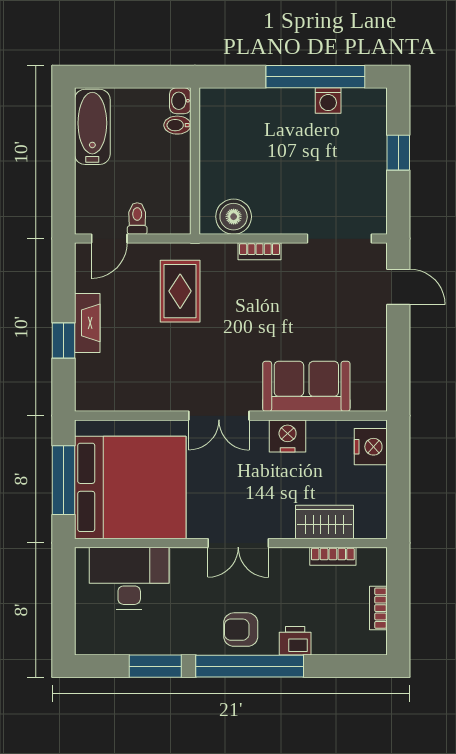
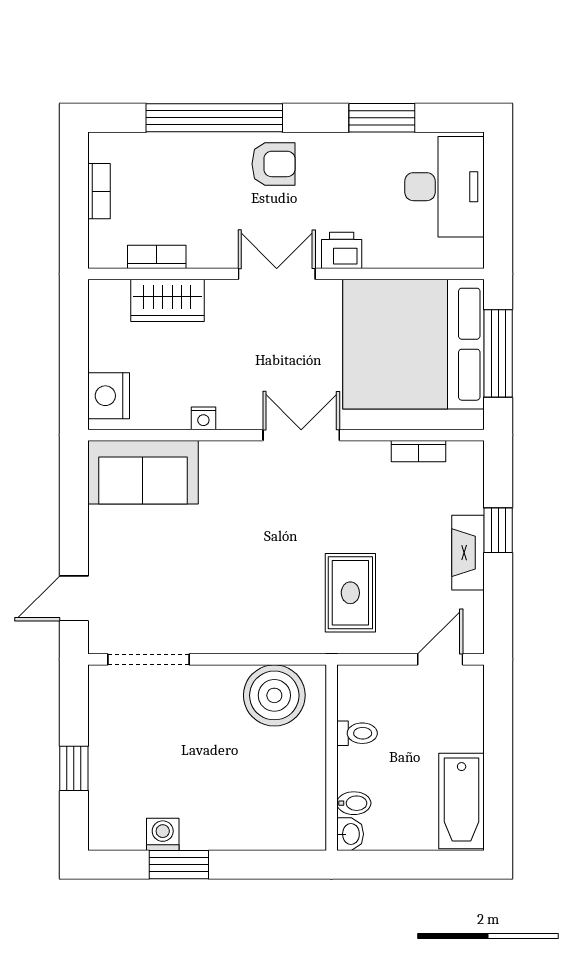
window: (315, 77) -> (179, 865), width x0.47
boiler: (234, 217) -> (274, 695), width x1.37, depth x1.37
toilet: (137, 218) -> (357, 733), moved, turned -90
bookcase: (260, 251) -> (419, 451), moved, turned 180
door: (398, 287) -> (74, 598), hinge flipped
sofa: (306, 386) -> (143, 472), moved
nightstand: (288, 436) -> (203, 418), width x0.53, depth x0.56
desk: (129, 578) -> (444, 187), moved, turned -90
printer: (295, 641) -> (342, 250), moved, turned 180
window: (250, 666) -> (214, 118), moved

